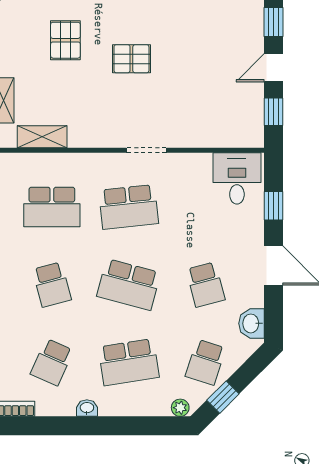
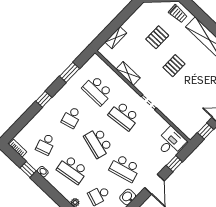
pallet: (131, 59) -> (174, 66), turned 90
shelving: (42, 137) -> (128, 73), moved
school desk: (205, 285) -> (125, 168), width x1.85
school desk: (52, 362) -> (46, 144), turned -42
window: (62, 426) -> (28, 169), added

